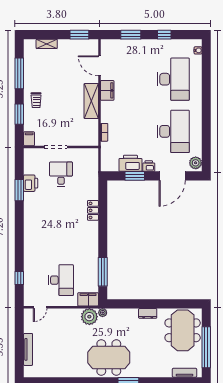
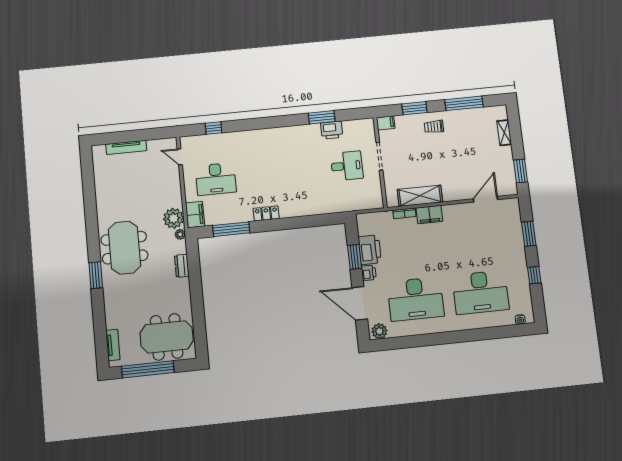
filing cabinet: (107, 90) -> (429, 215), moved
shelving: (91, 101) -> (420, 196), moved
locker: (93, 210) -> (266, 213), moved
dresser: (148, 313) -> (182, 266), moved

